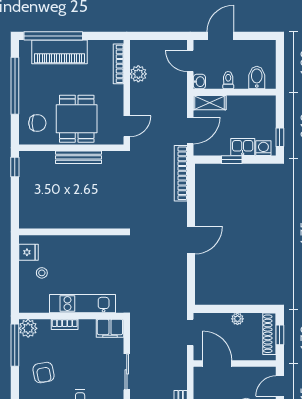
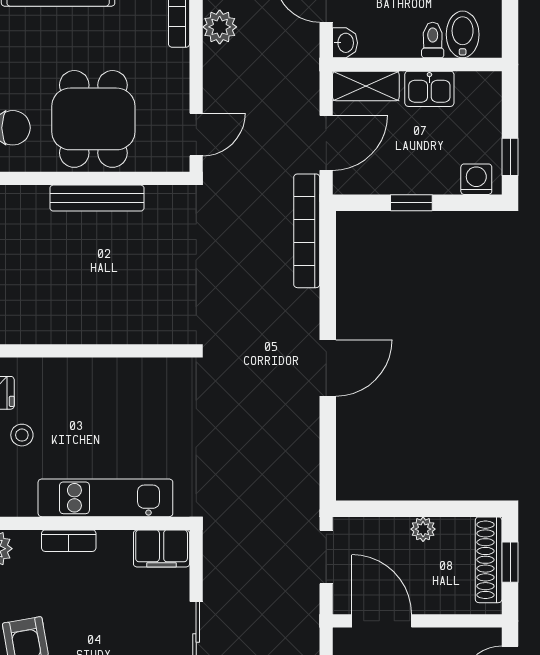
toilet: (228, 80) -> (433, 40), moved
kitchen sink: (243, 147) -> (429, 89), moved, turned 180

